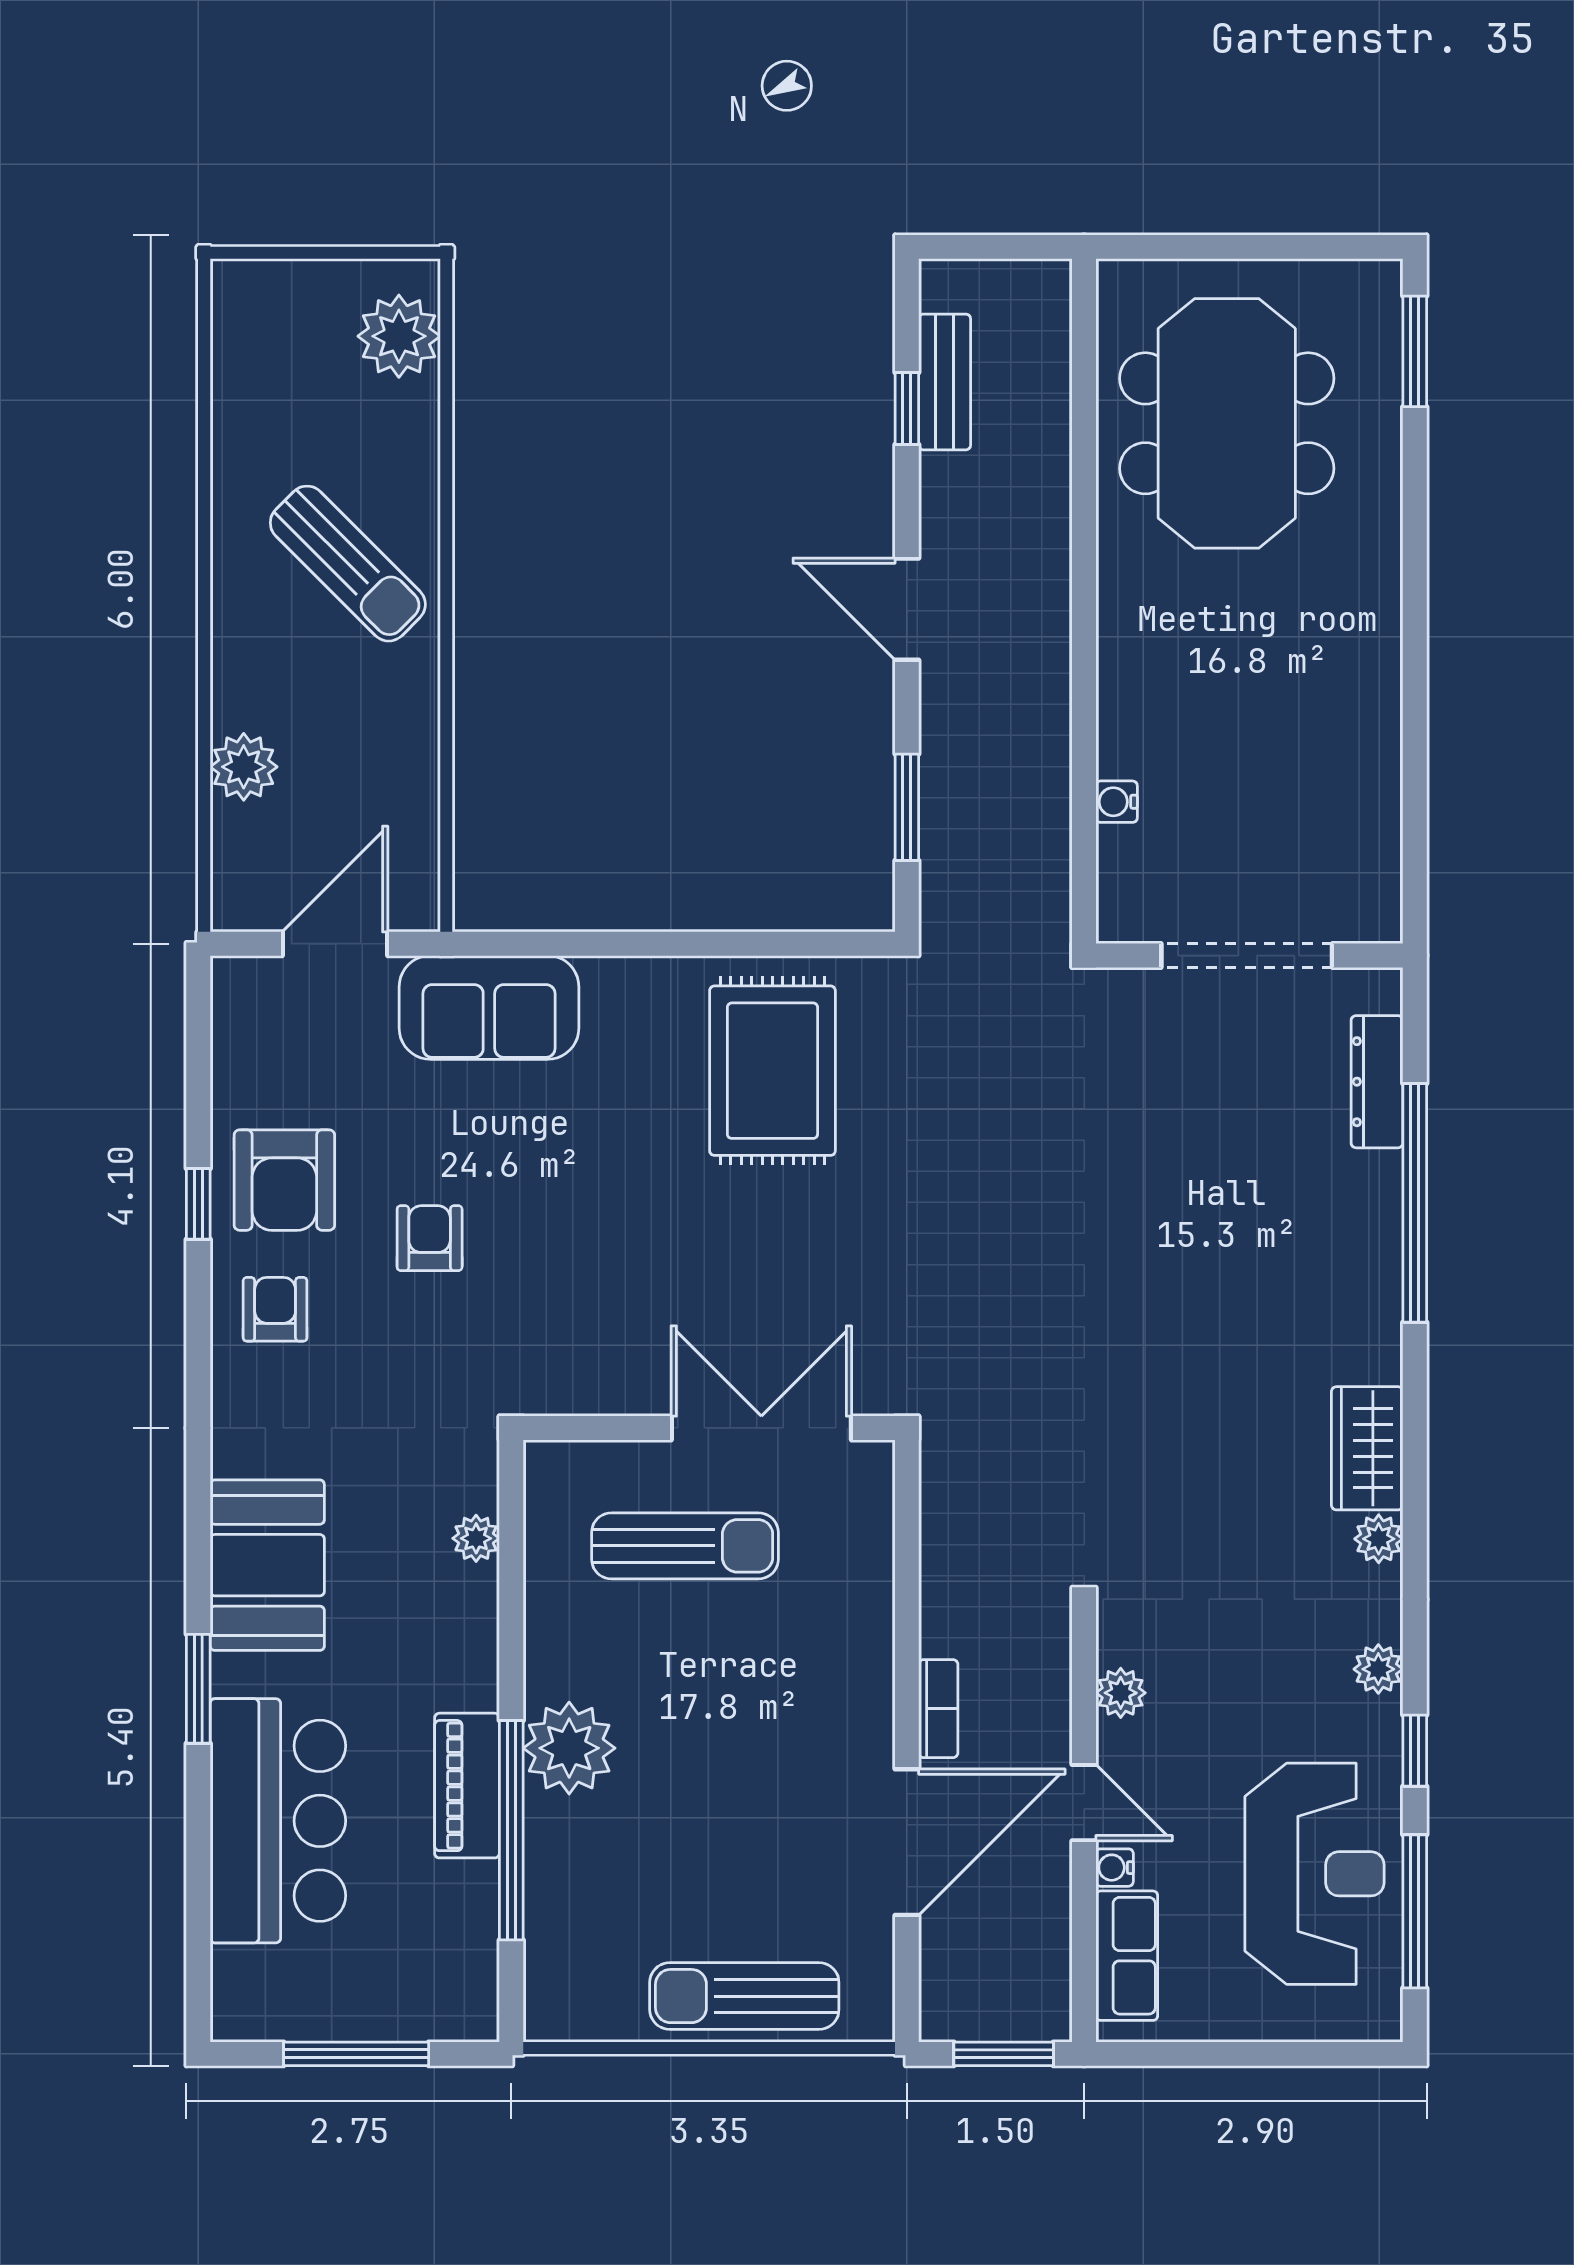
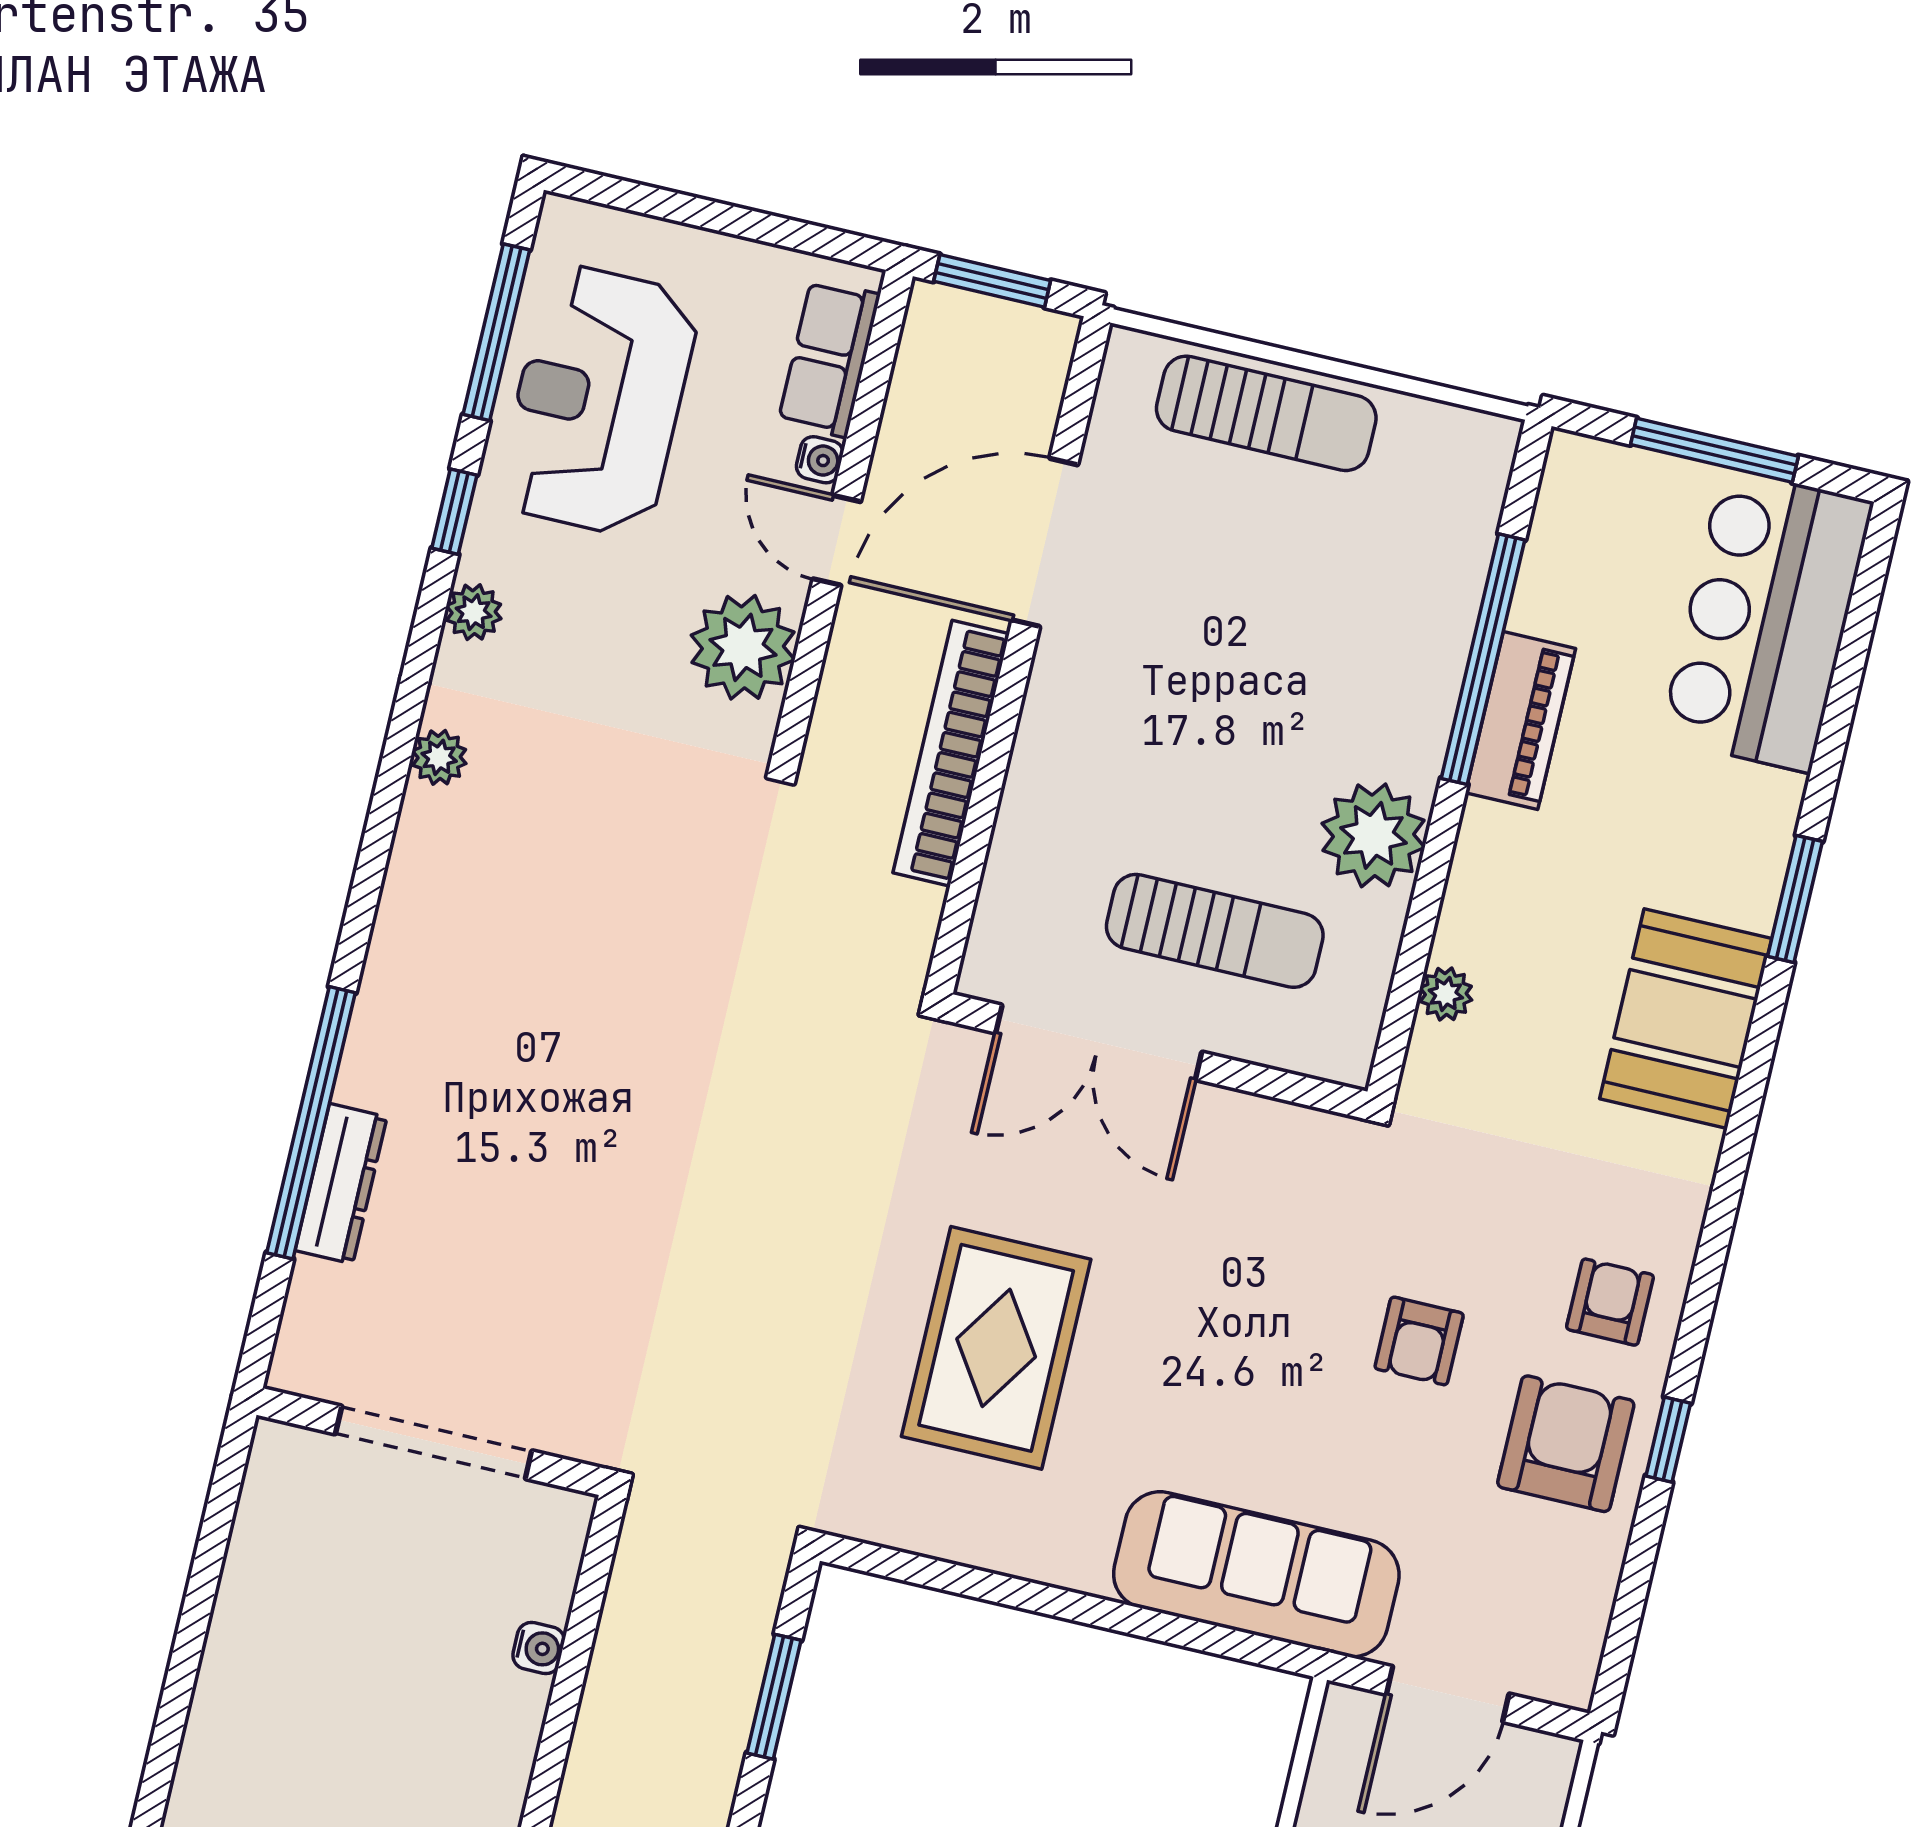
sofa: (489, 1007) -> (1256, 1574), width x1.36
rug: (772, 1071) -> (996, 1348), moved
dresser: (1377, 1082) -> (341, 1184), moved
armchair: (275, 1309) -> (1610, 1302), turned 180
wardrobe: (1367, 1448) -> (428, 861), removed
sun lounger: (685, 1546) -> (1215, 931), turned 180
plant: (1121, 1693) -> (743, 647), width x1.87, depth x1.87
bookcase: (938, 1709) -> (951, 753), width x2.31, depth x1.31
plant: (569, 1748) -> (1373, 835), moved
bar counter: (278, 1821) -> (1767, 620), moved

